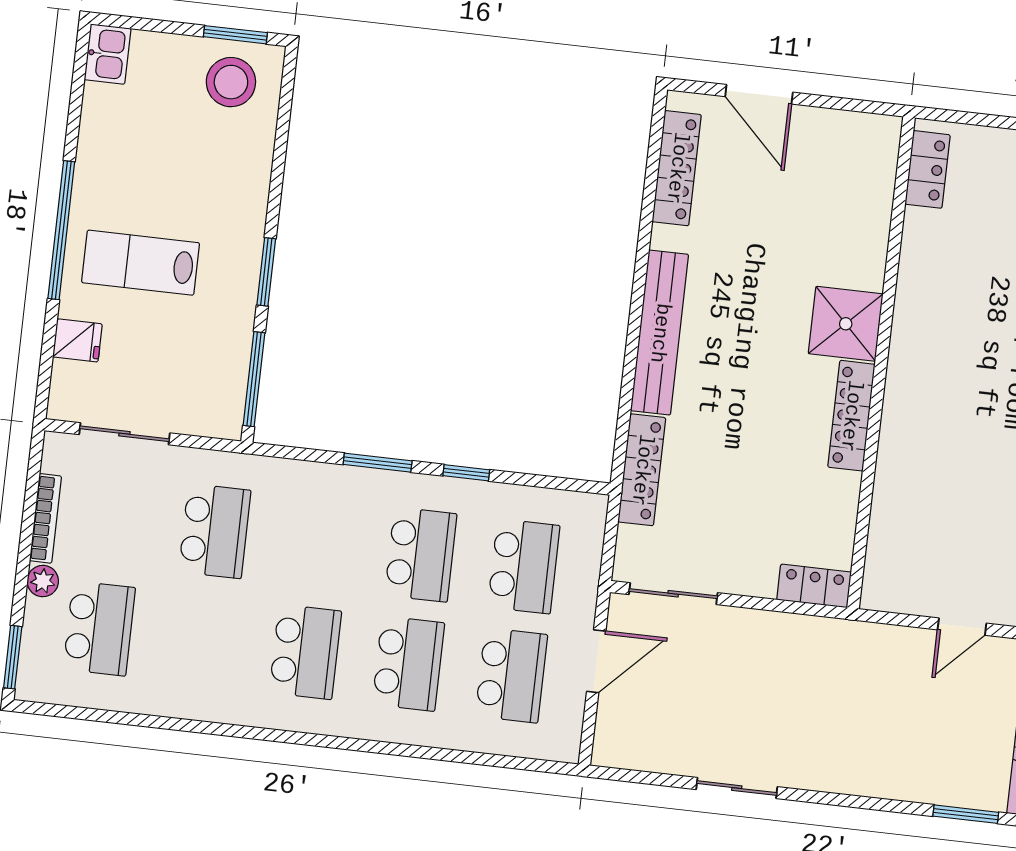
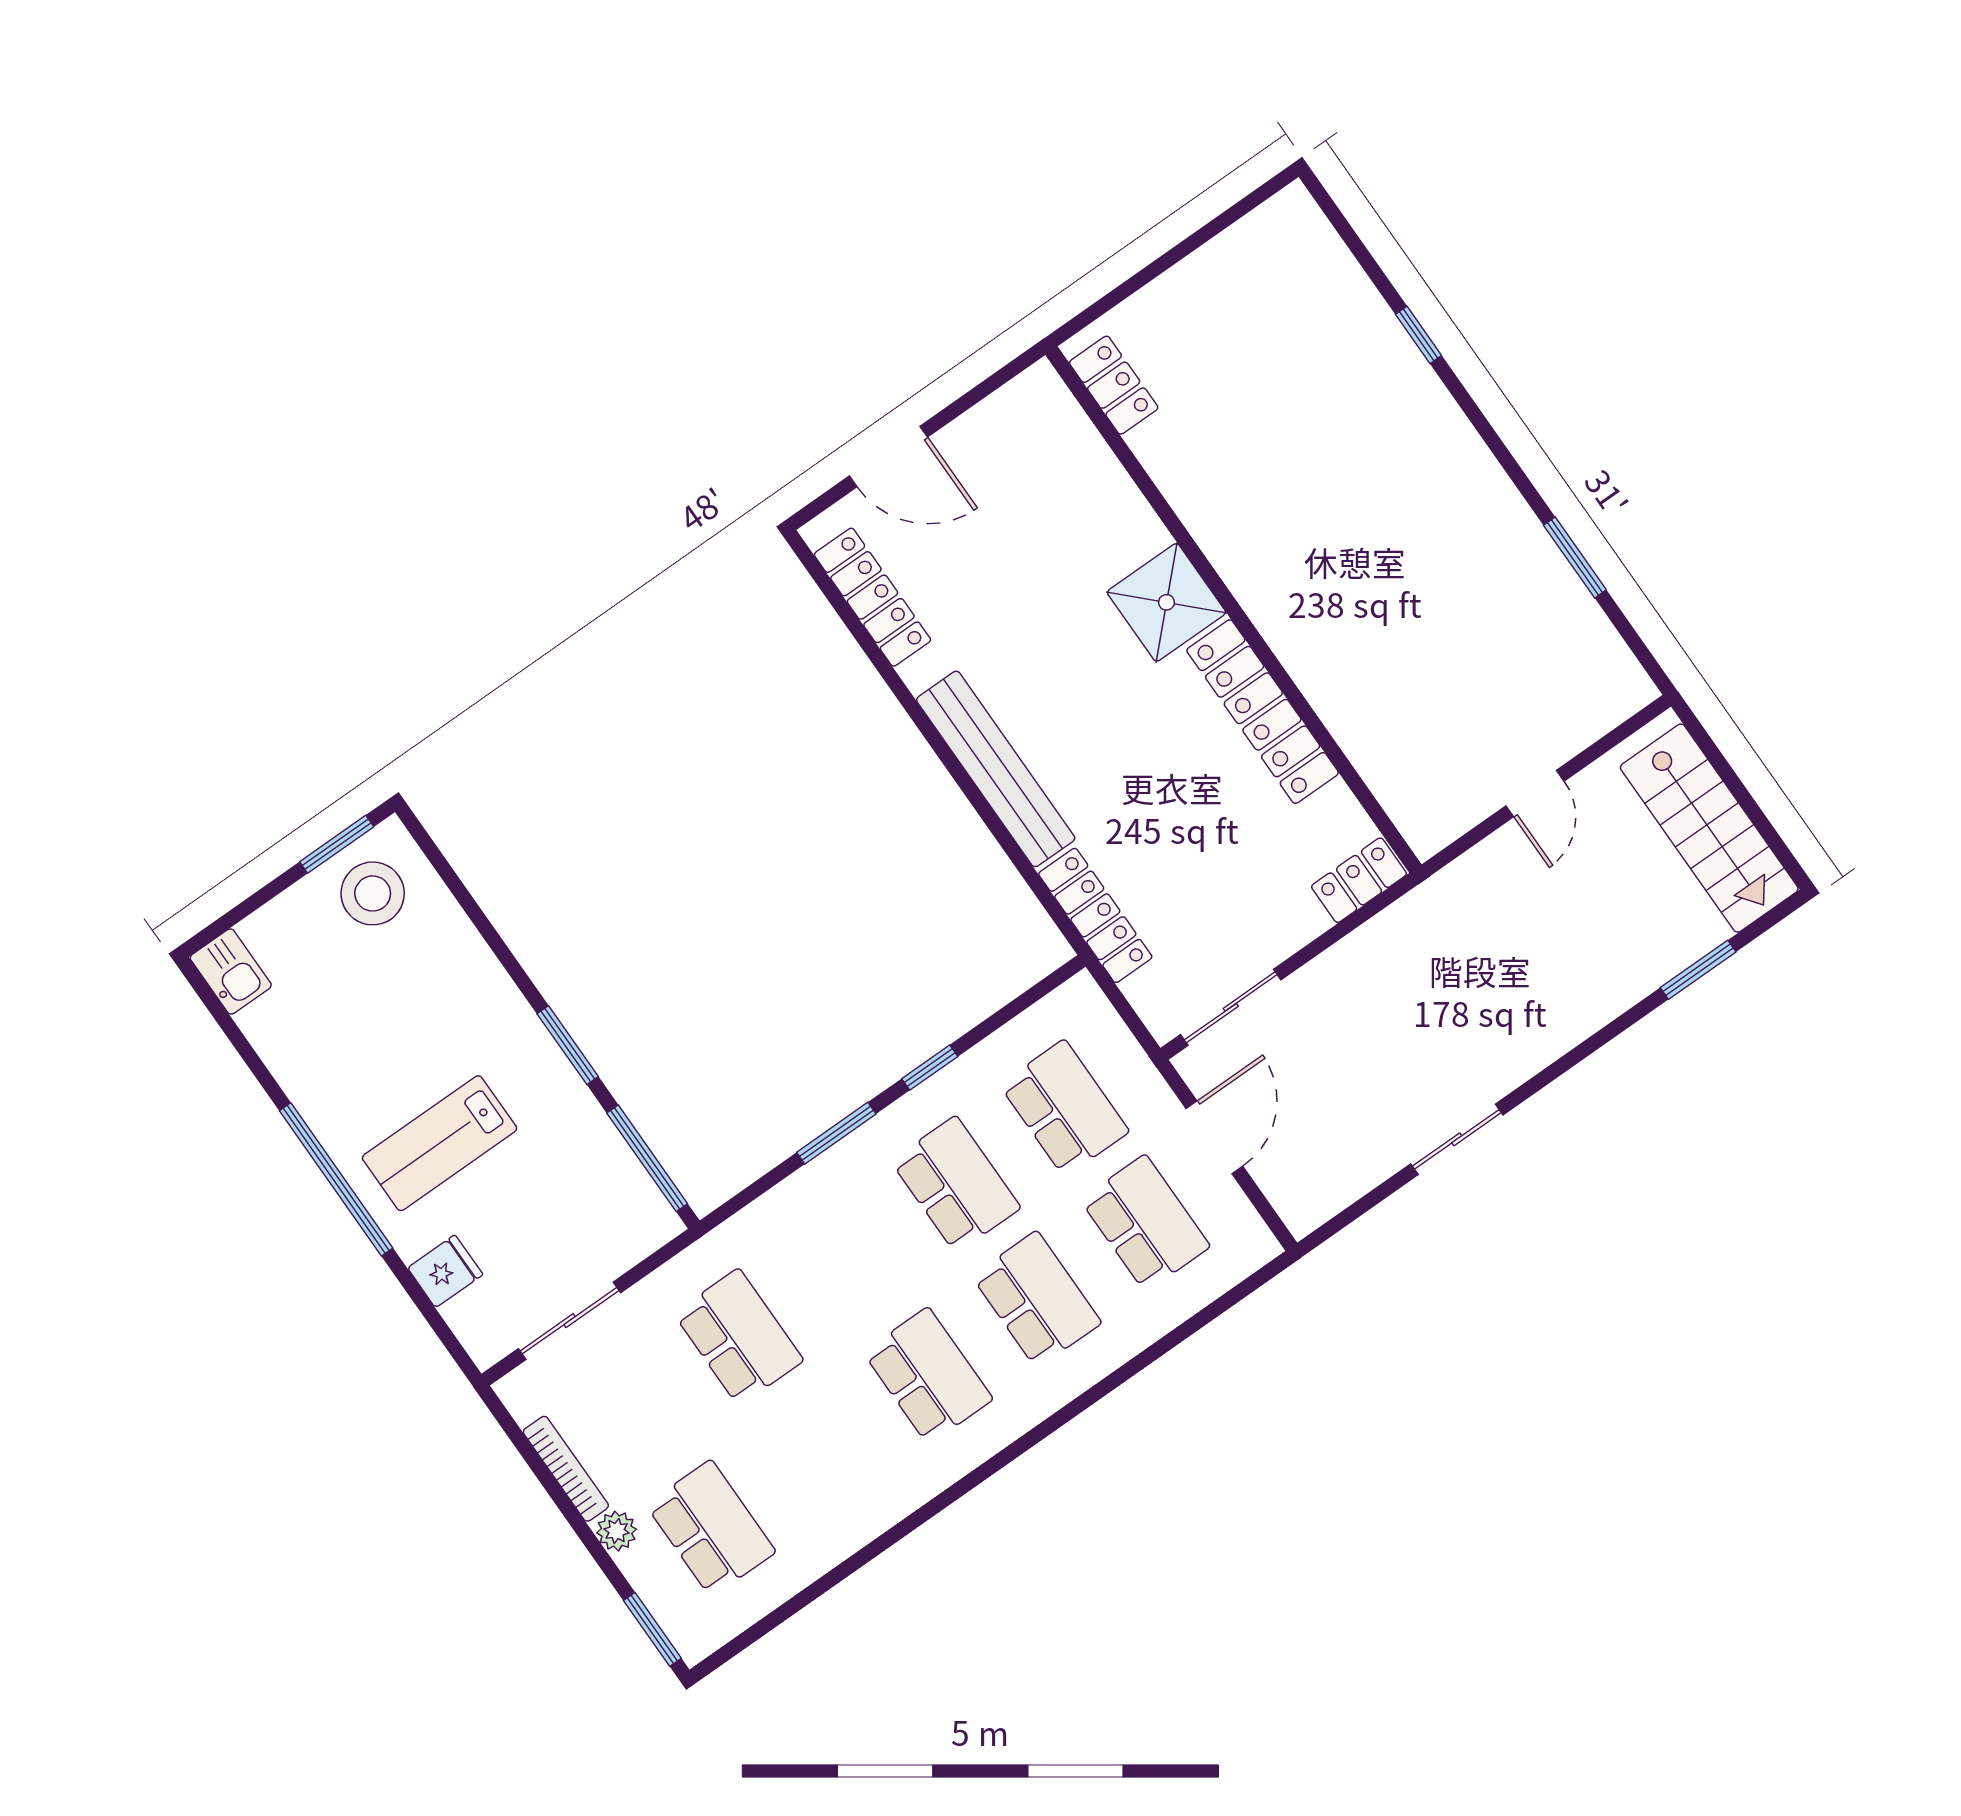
locker: (851, 416) -> (1263, 712), width x1.41, depth x1.21

